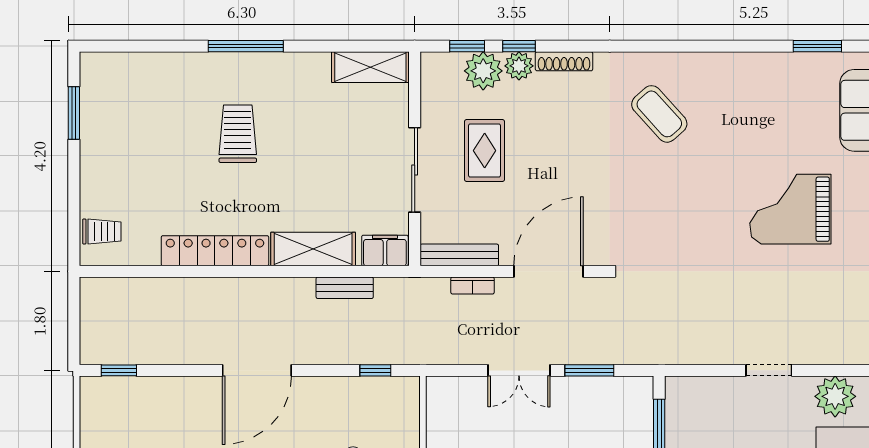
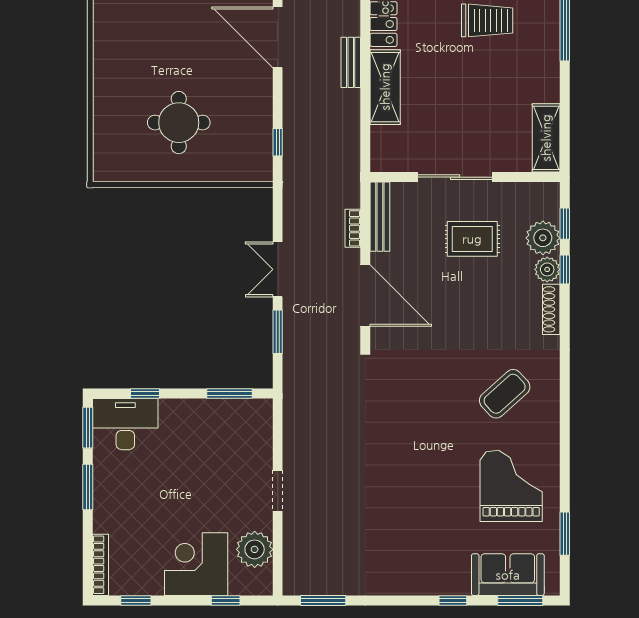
grand piano: (790, 209) -> (511, 486), moved
filing cabinet: (385, 250) -> (384, 151), removed
bench: (345, 288) -> (351, 62), moved

